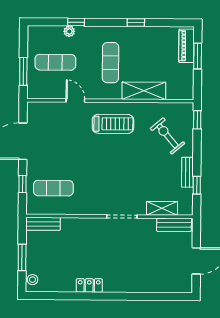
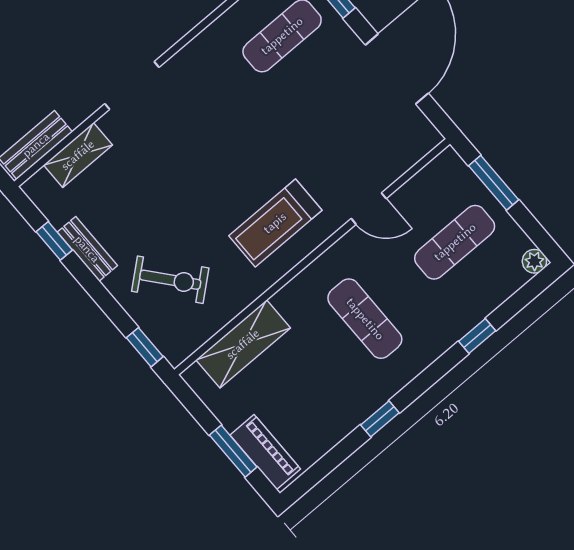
plant: (69, 31) -> (534, 261), moved
shelving: (144, 91) -> (243, 344), moved

